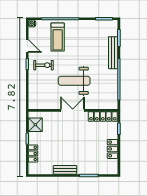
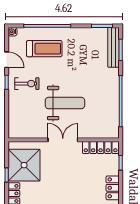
treadmill: (58, 37) -> (44, 49), turned -90
bench: (113, 53) -> (113, 47), moved
weight bench: (74, 81) -> (65, 103), turned 180
shower: (35, 125) -> (24, 165), width x1.86, depth x1.86

